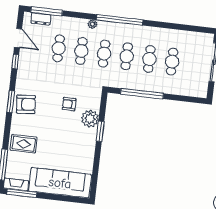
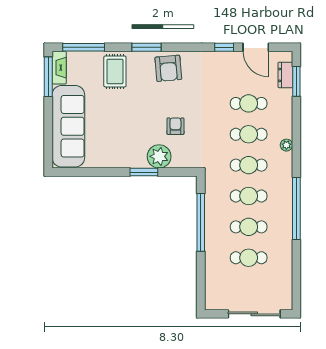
window: (47, 11) -> (296, 81), width x0.69
window: (120, 20) -> (296, 208), moved
door: (18, 38) -> (256, 47), hinge flipped
window: (11, 102) -> (147, 47), moved

